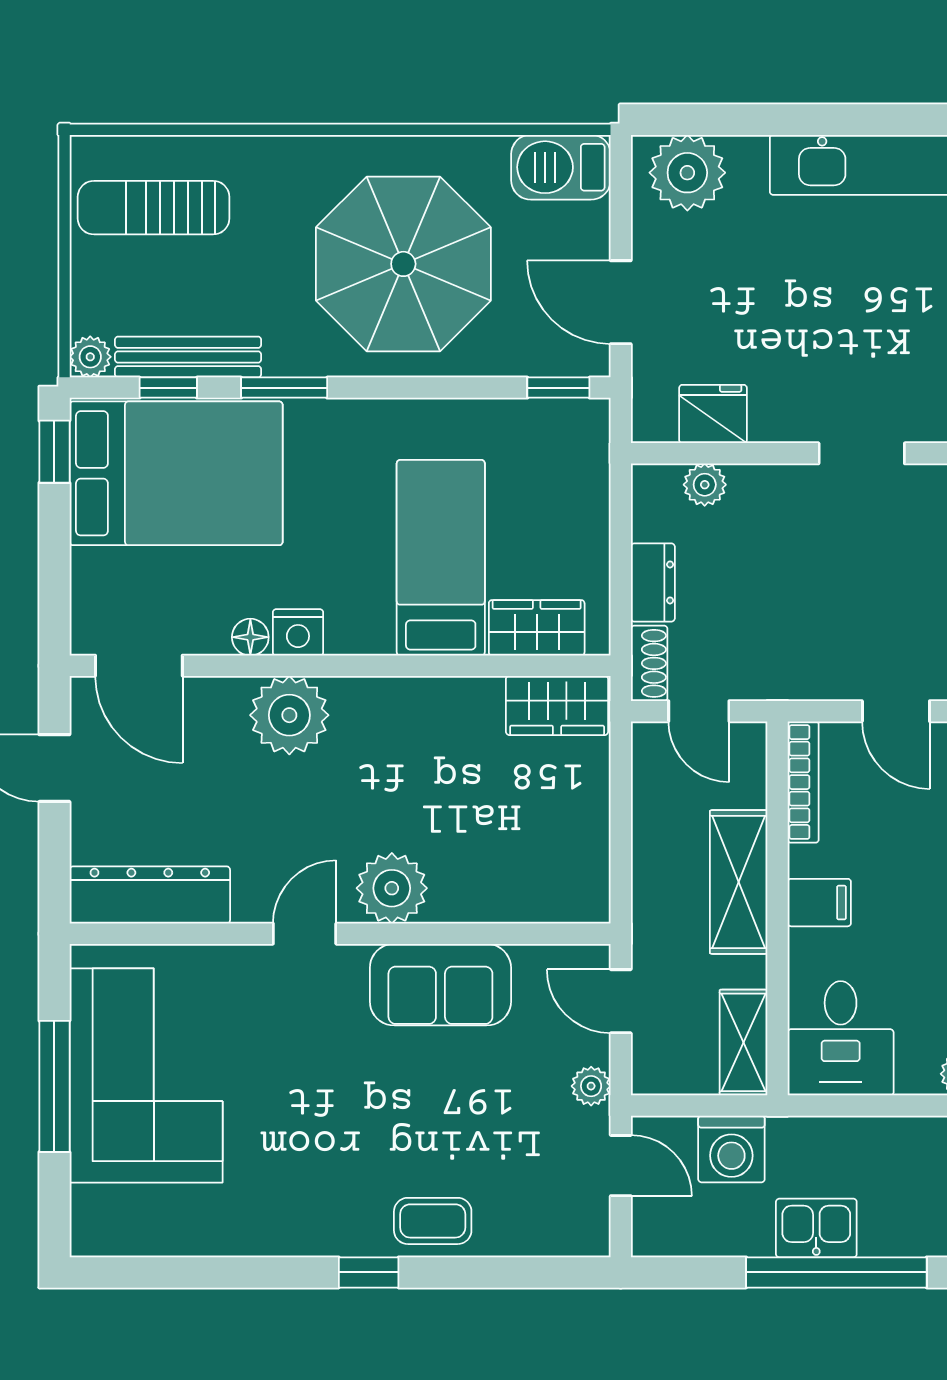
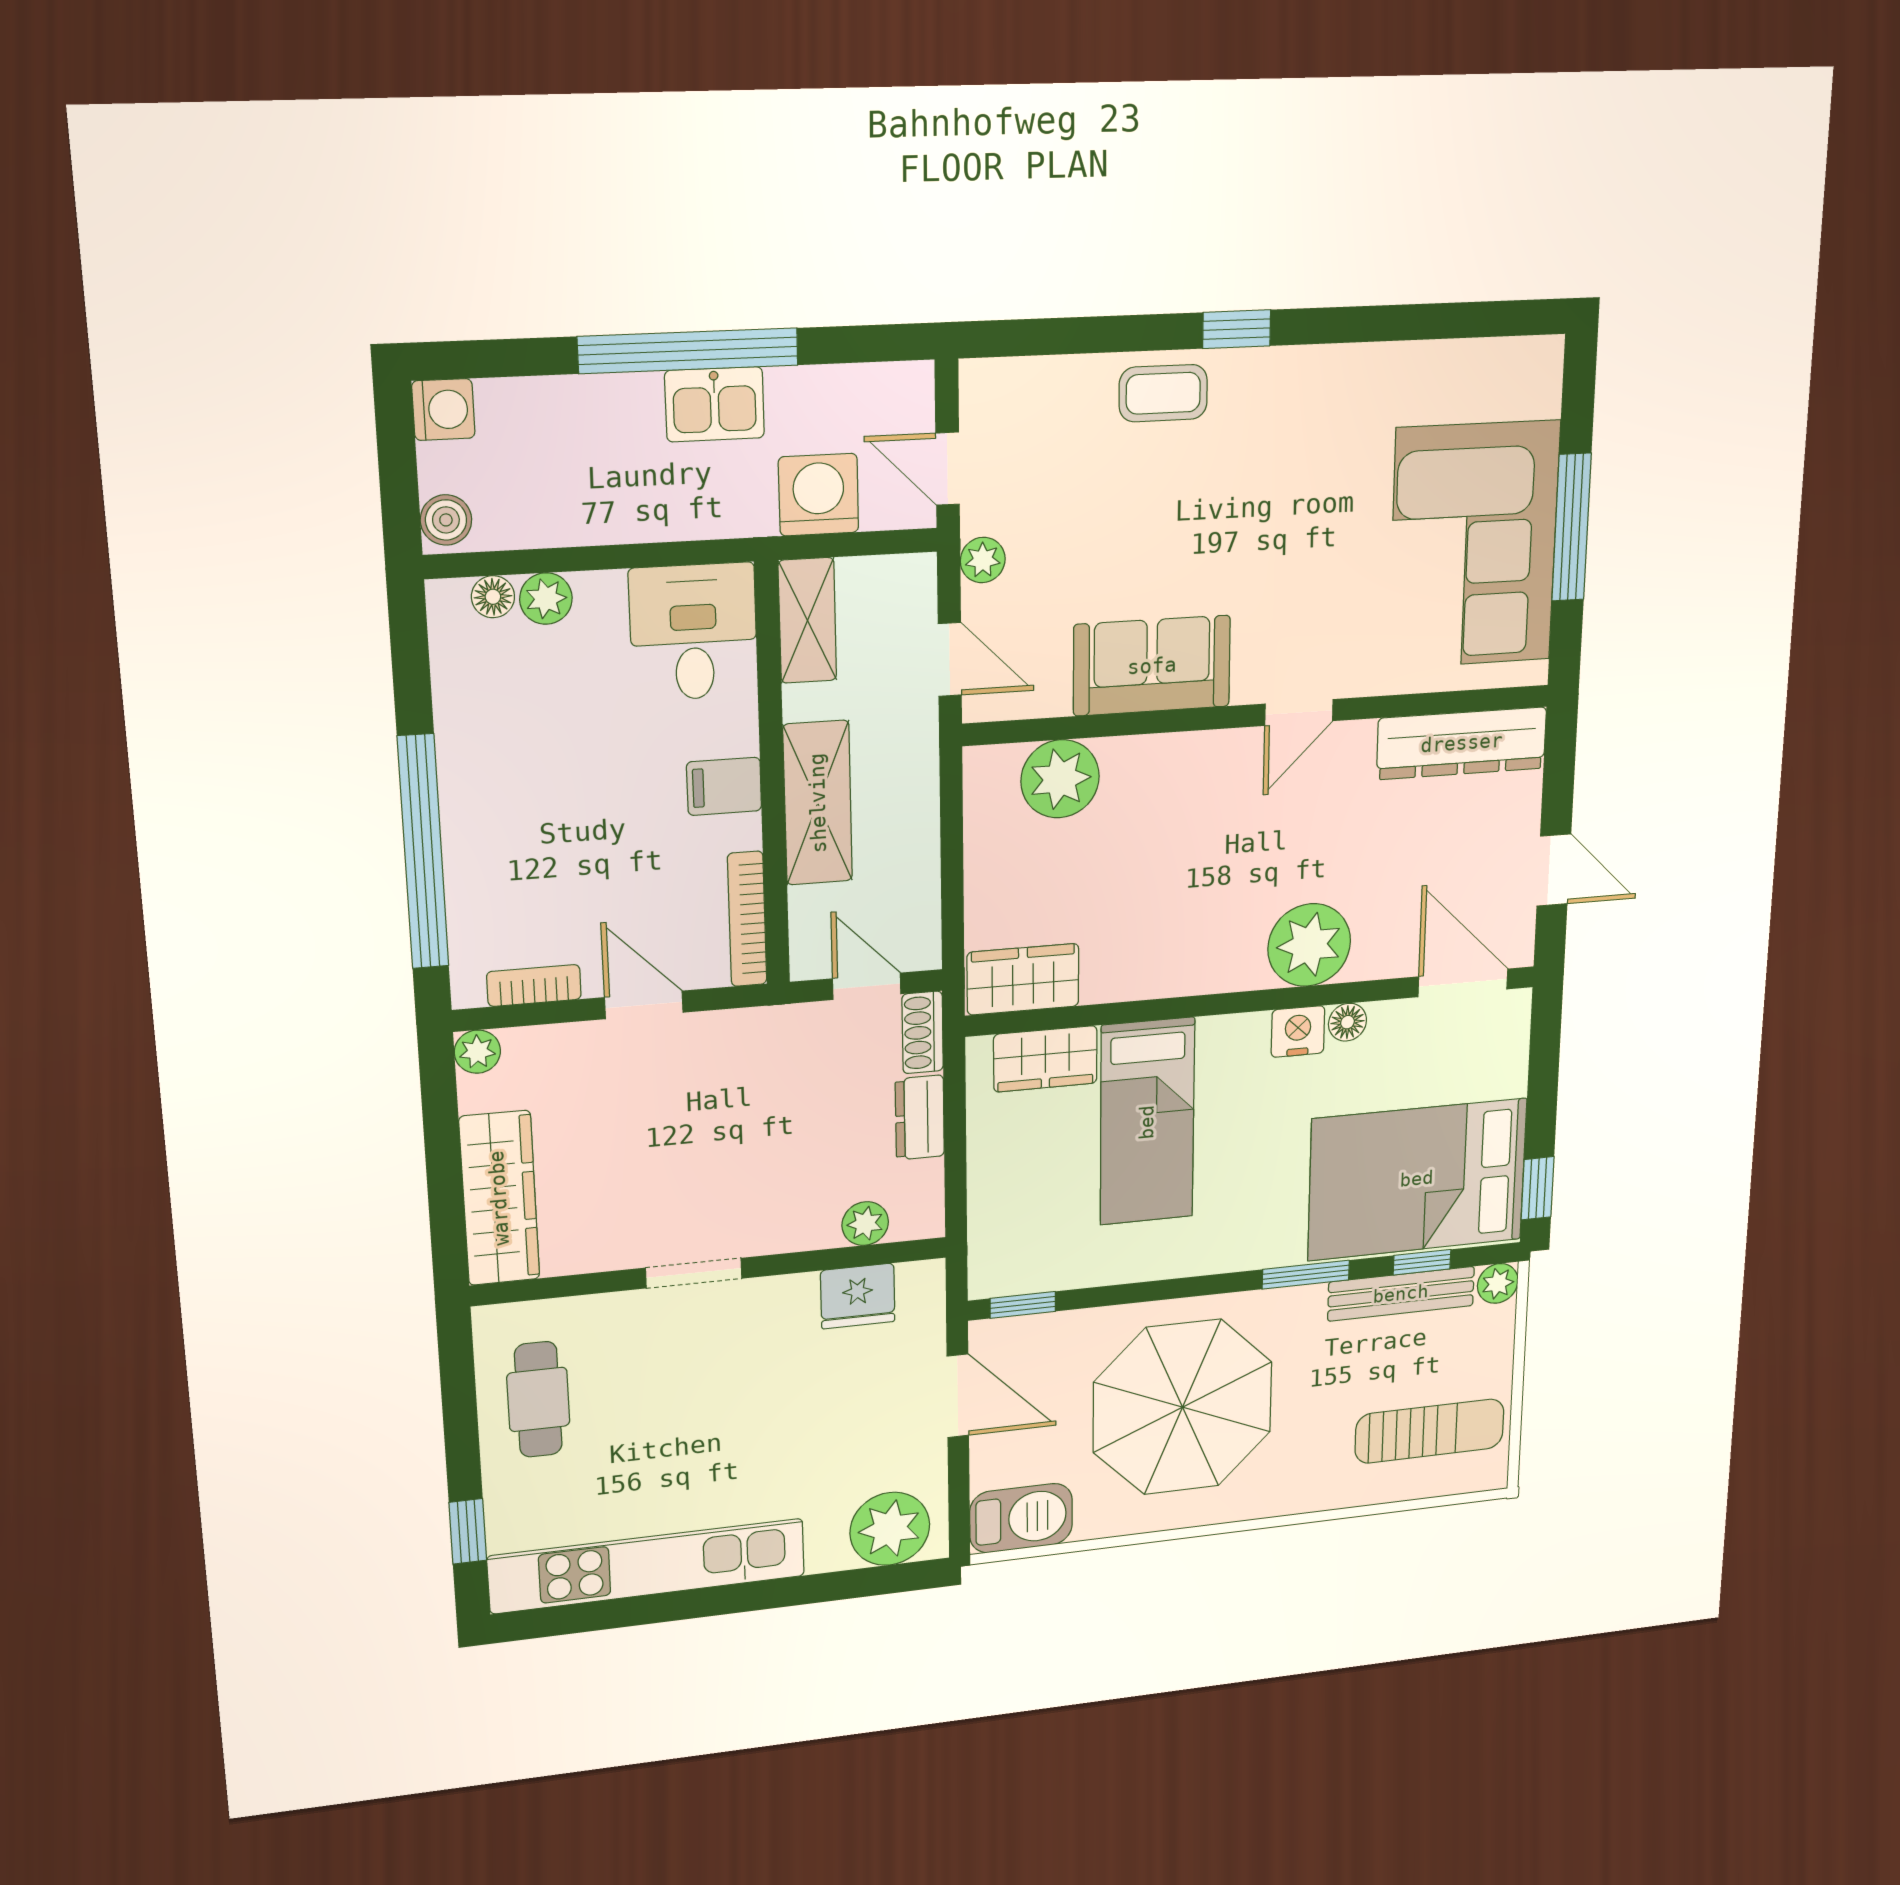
plant: (392, 888) -> (1060, 779), moved

